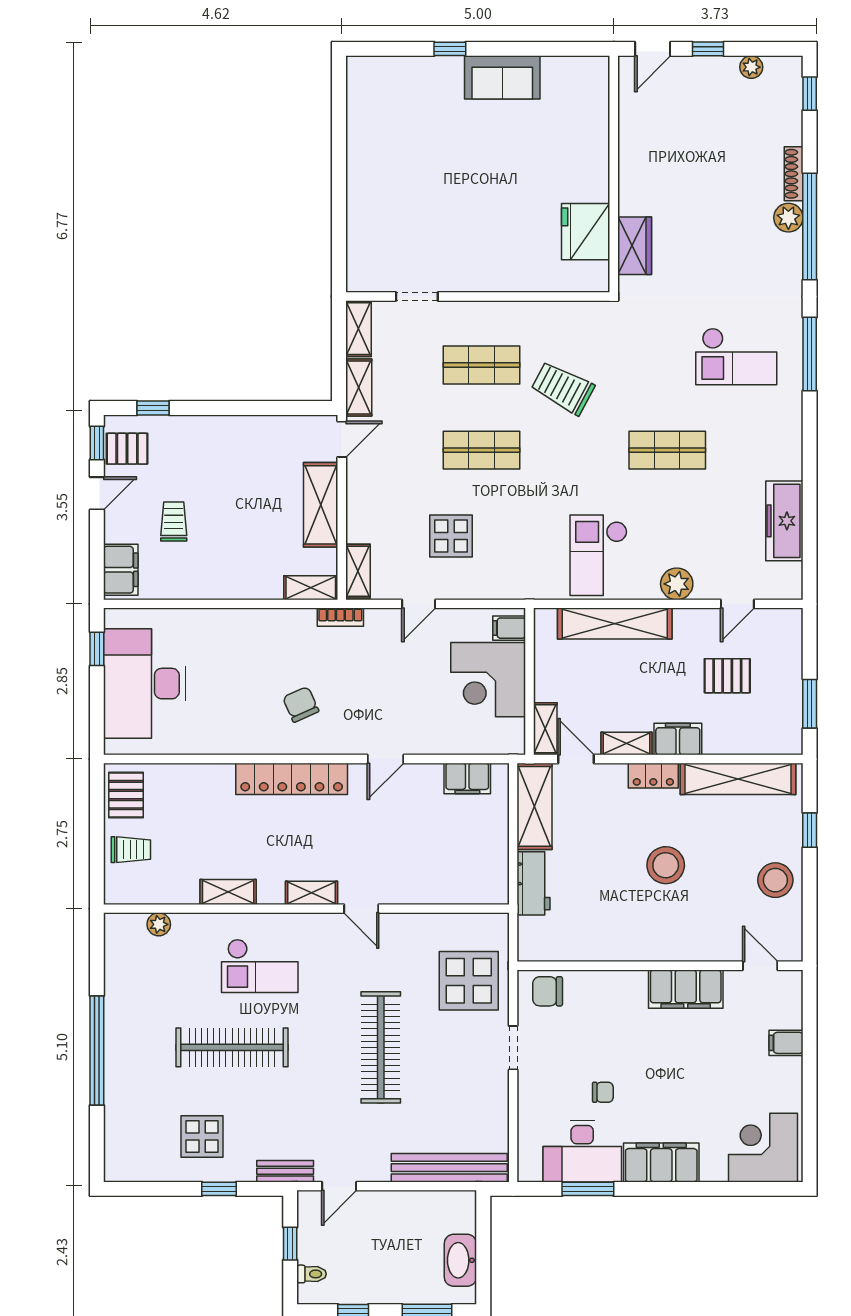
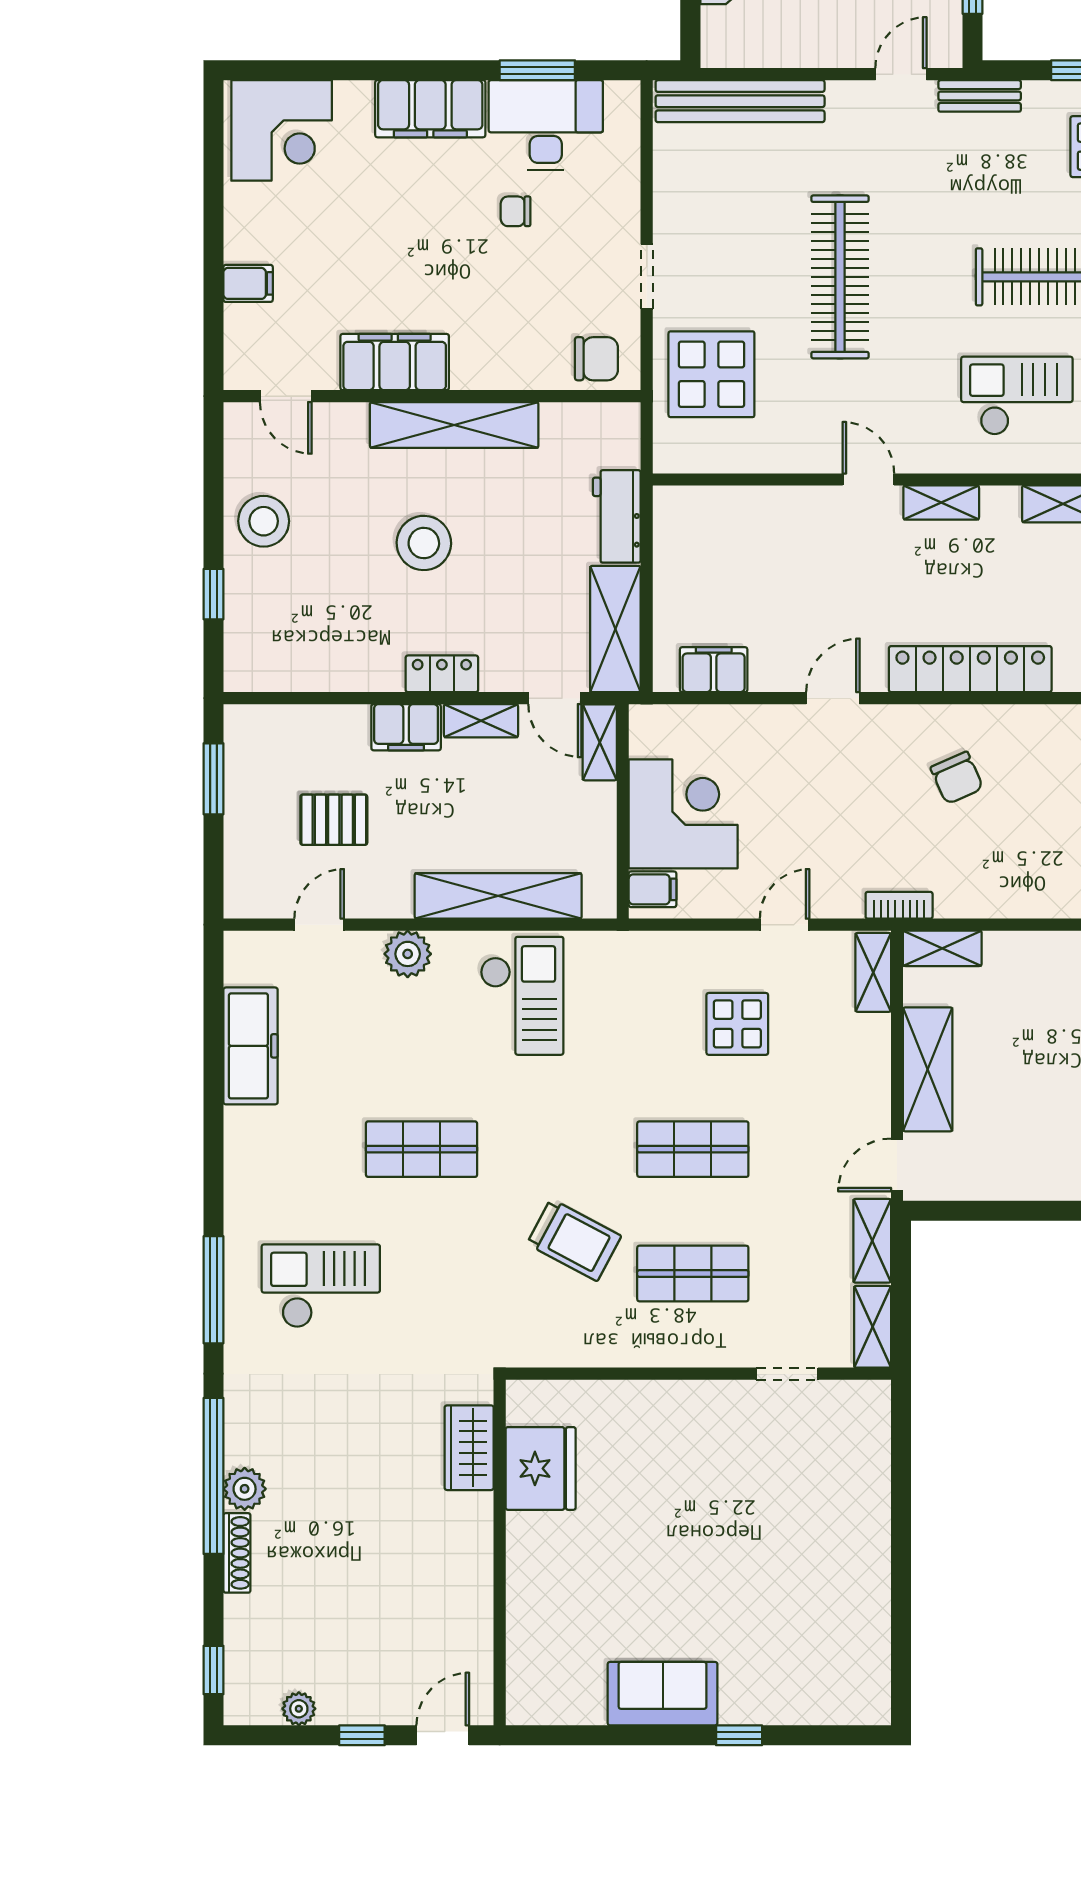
shelving: (738, 779) -> (454, 425), moved

